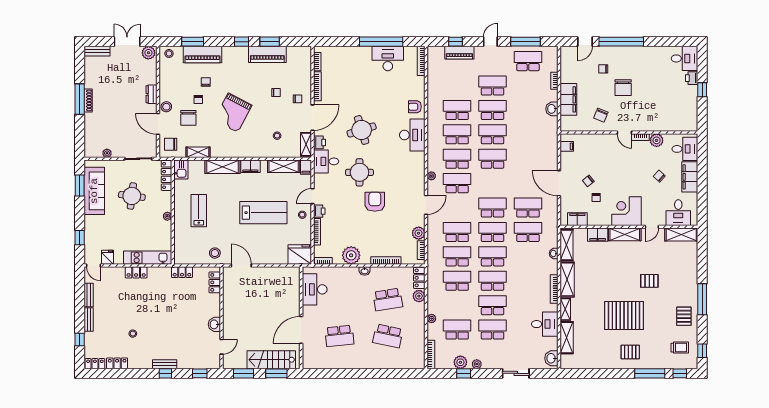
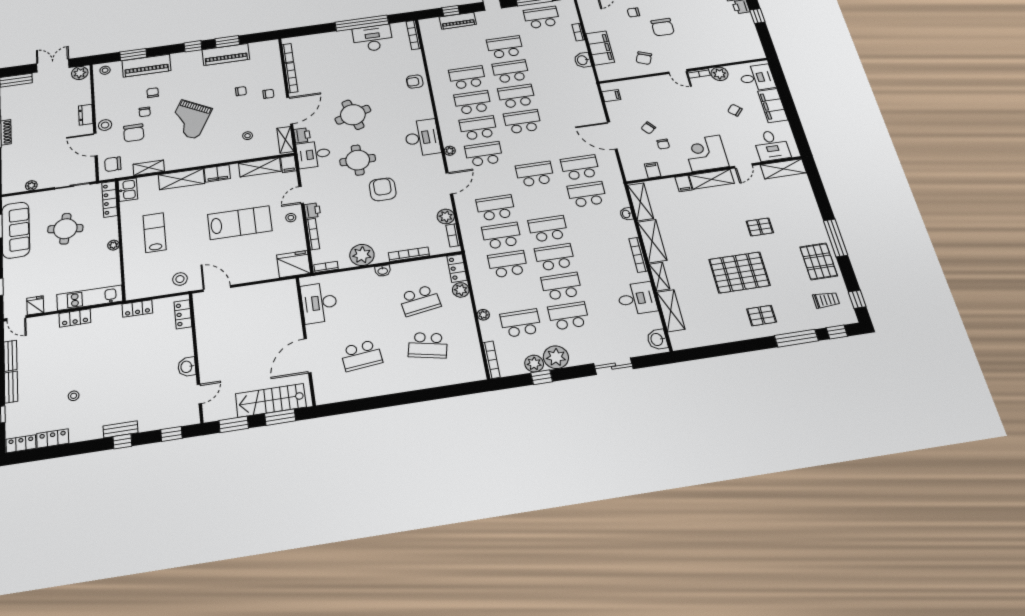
desk: (412, 135) -> (422, 138), moved
filing cabinet: (577, 219) -> (653, 170), width x0.50
school desk: (493, 232) -> (541, 201), removed
filing cabinet: (598, 235) -> (684, 184), width x0.50
pallet: (684, 316) -> (819, 261), width x1.50, depth x1.42
plant: (477, 364) -> (556, 357), width x1.87, depth x1.87

